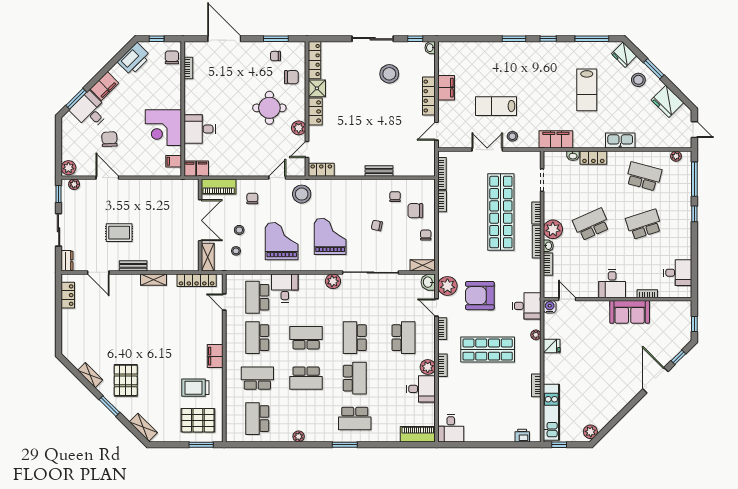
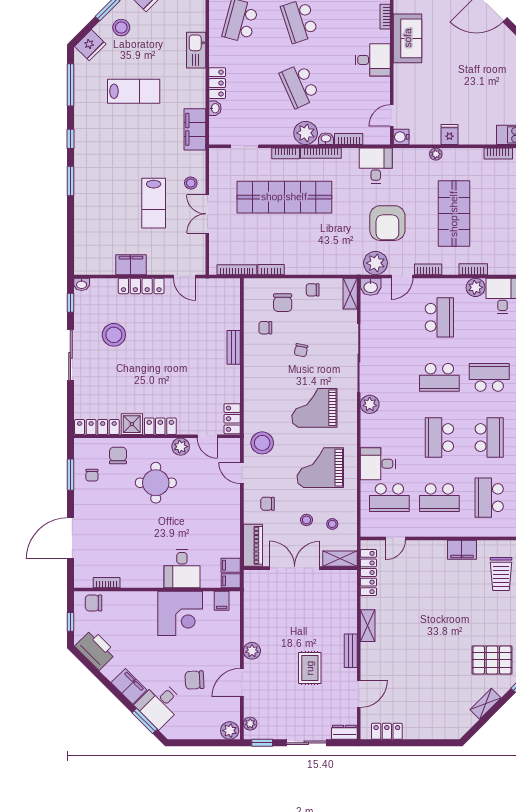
plant: (133, 186) -> (252, 651), added
desk: (527, 306) -> (376, 166), moved
school desk: (403, 338) -> (439, 317), turned 90

